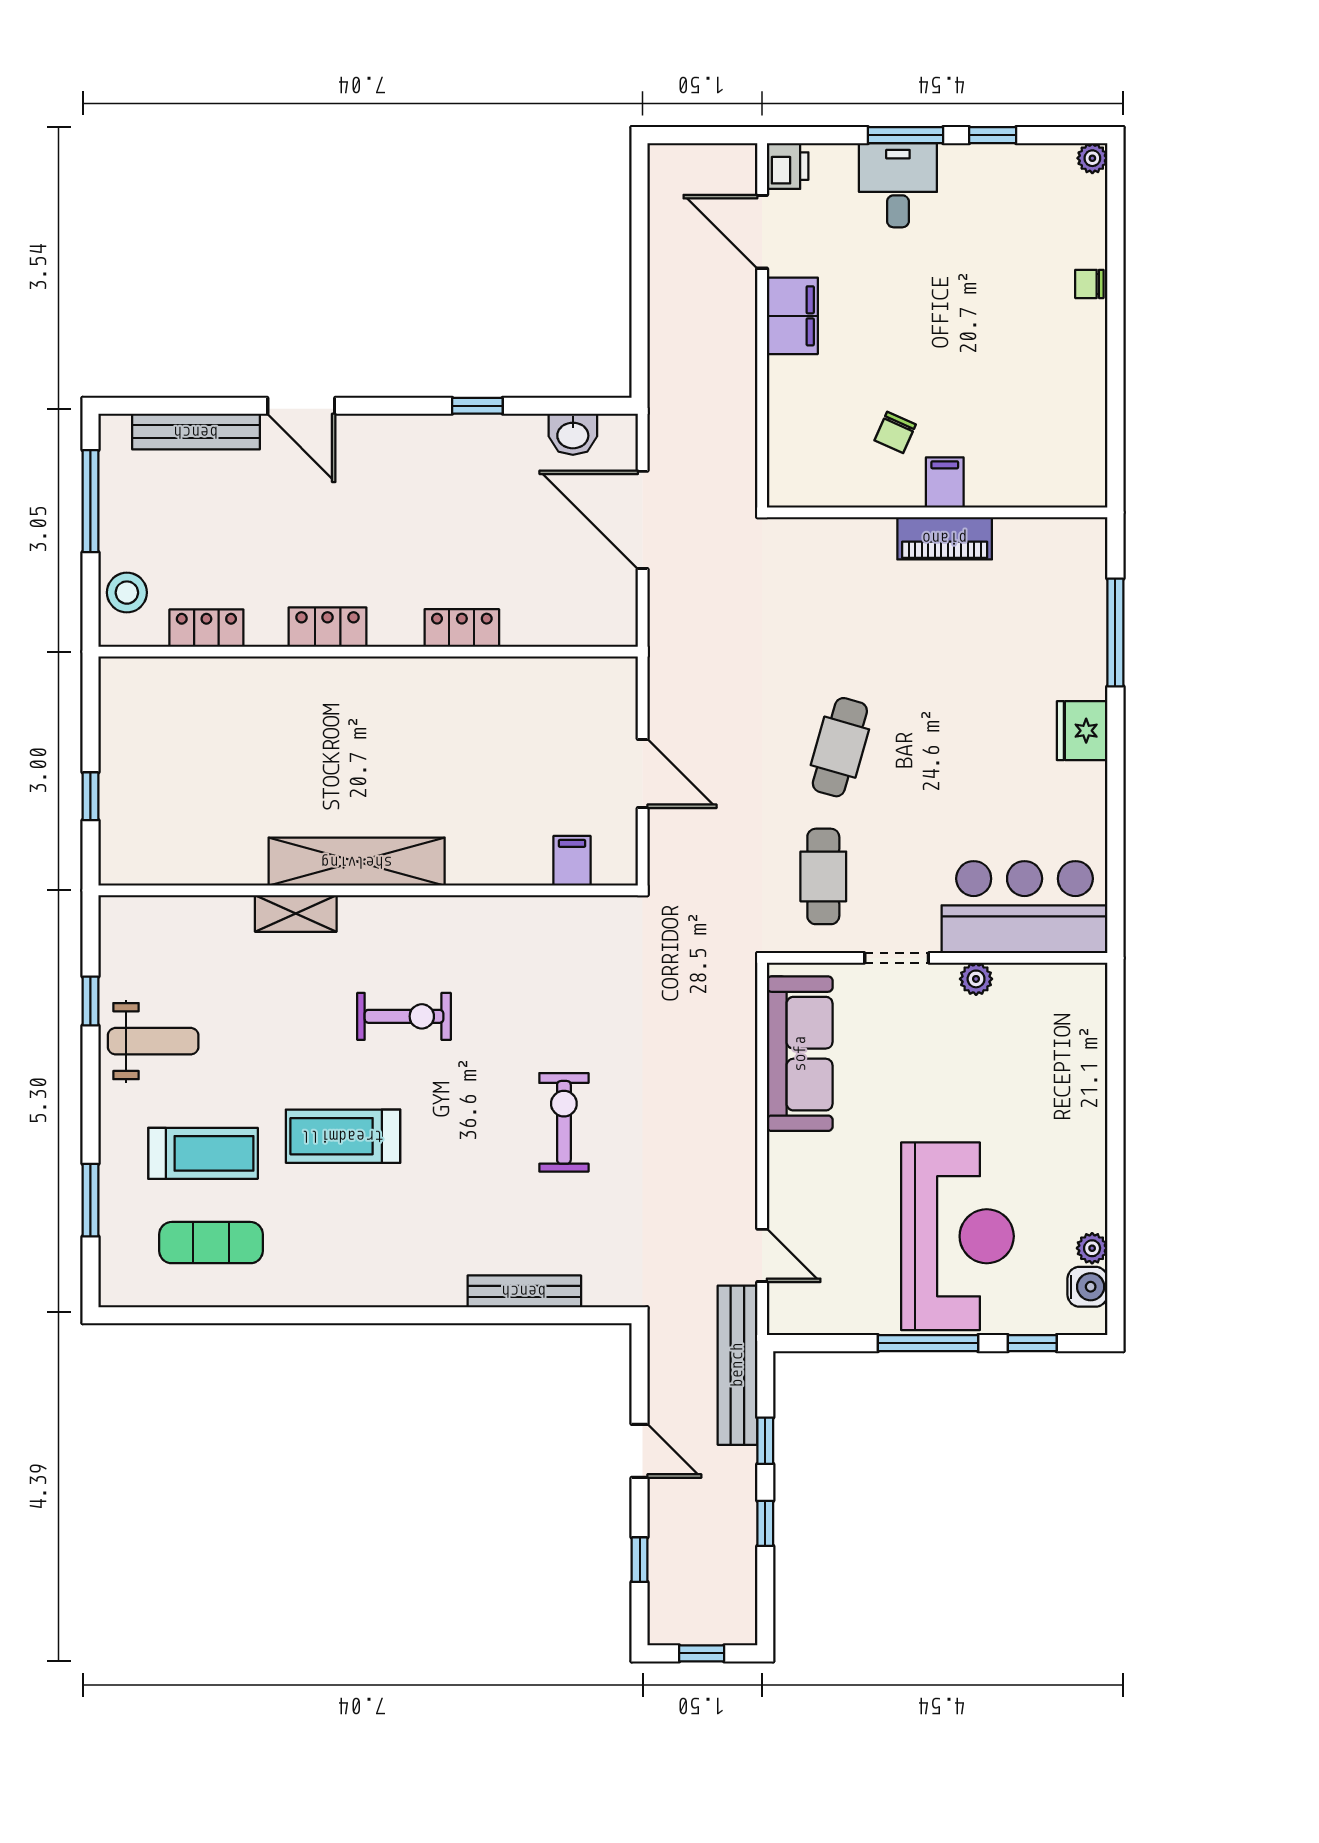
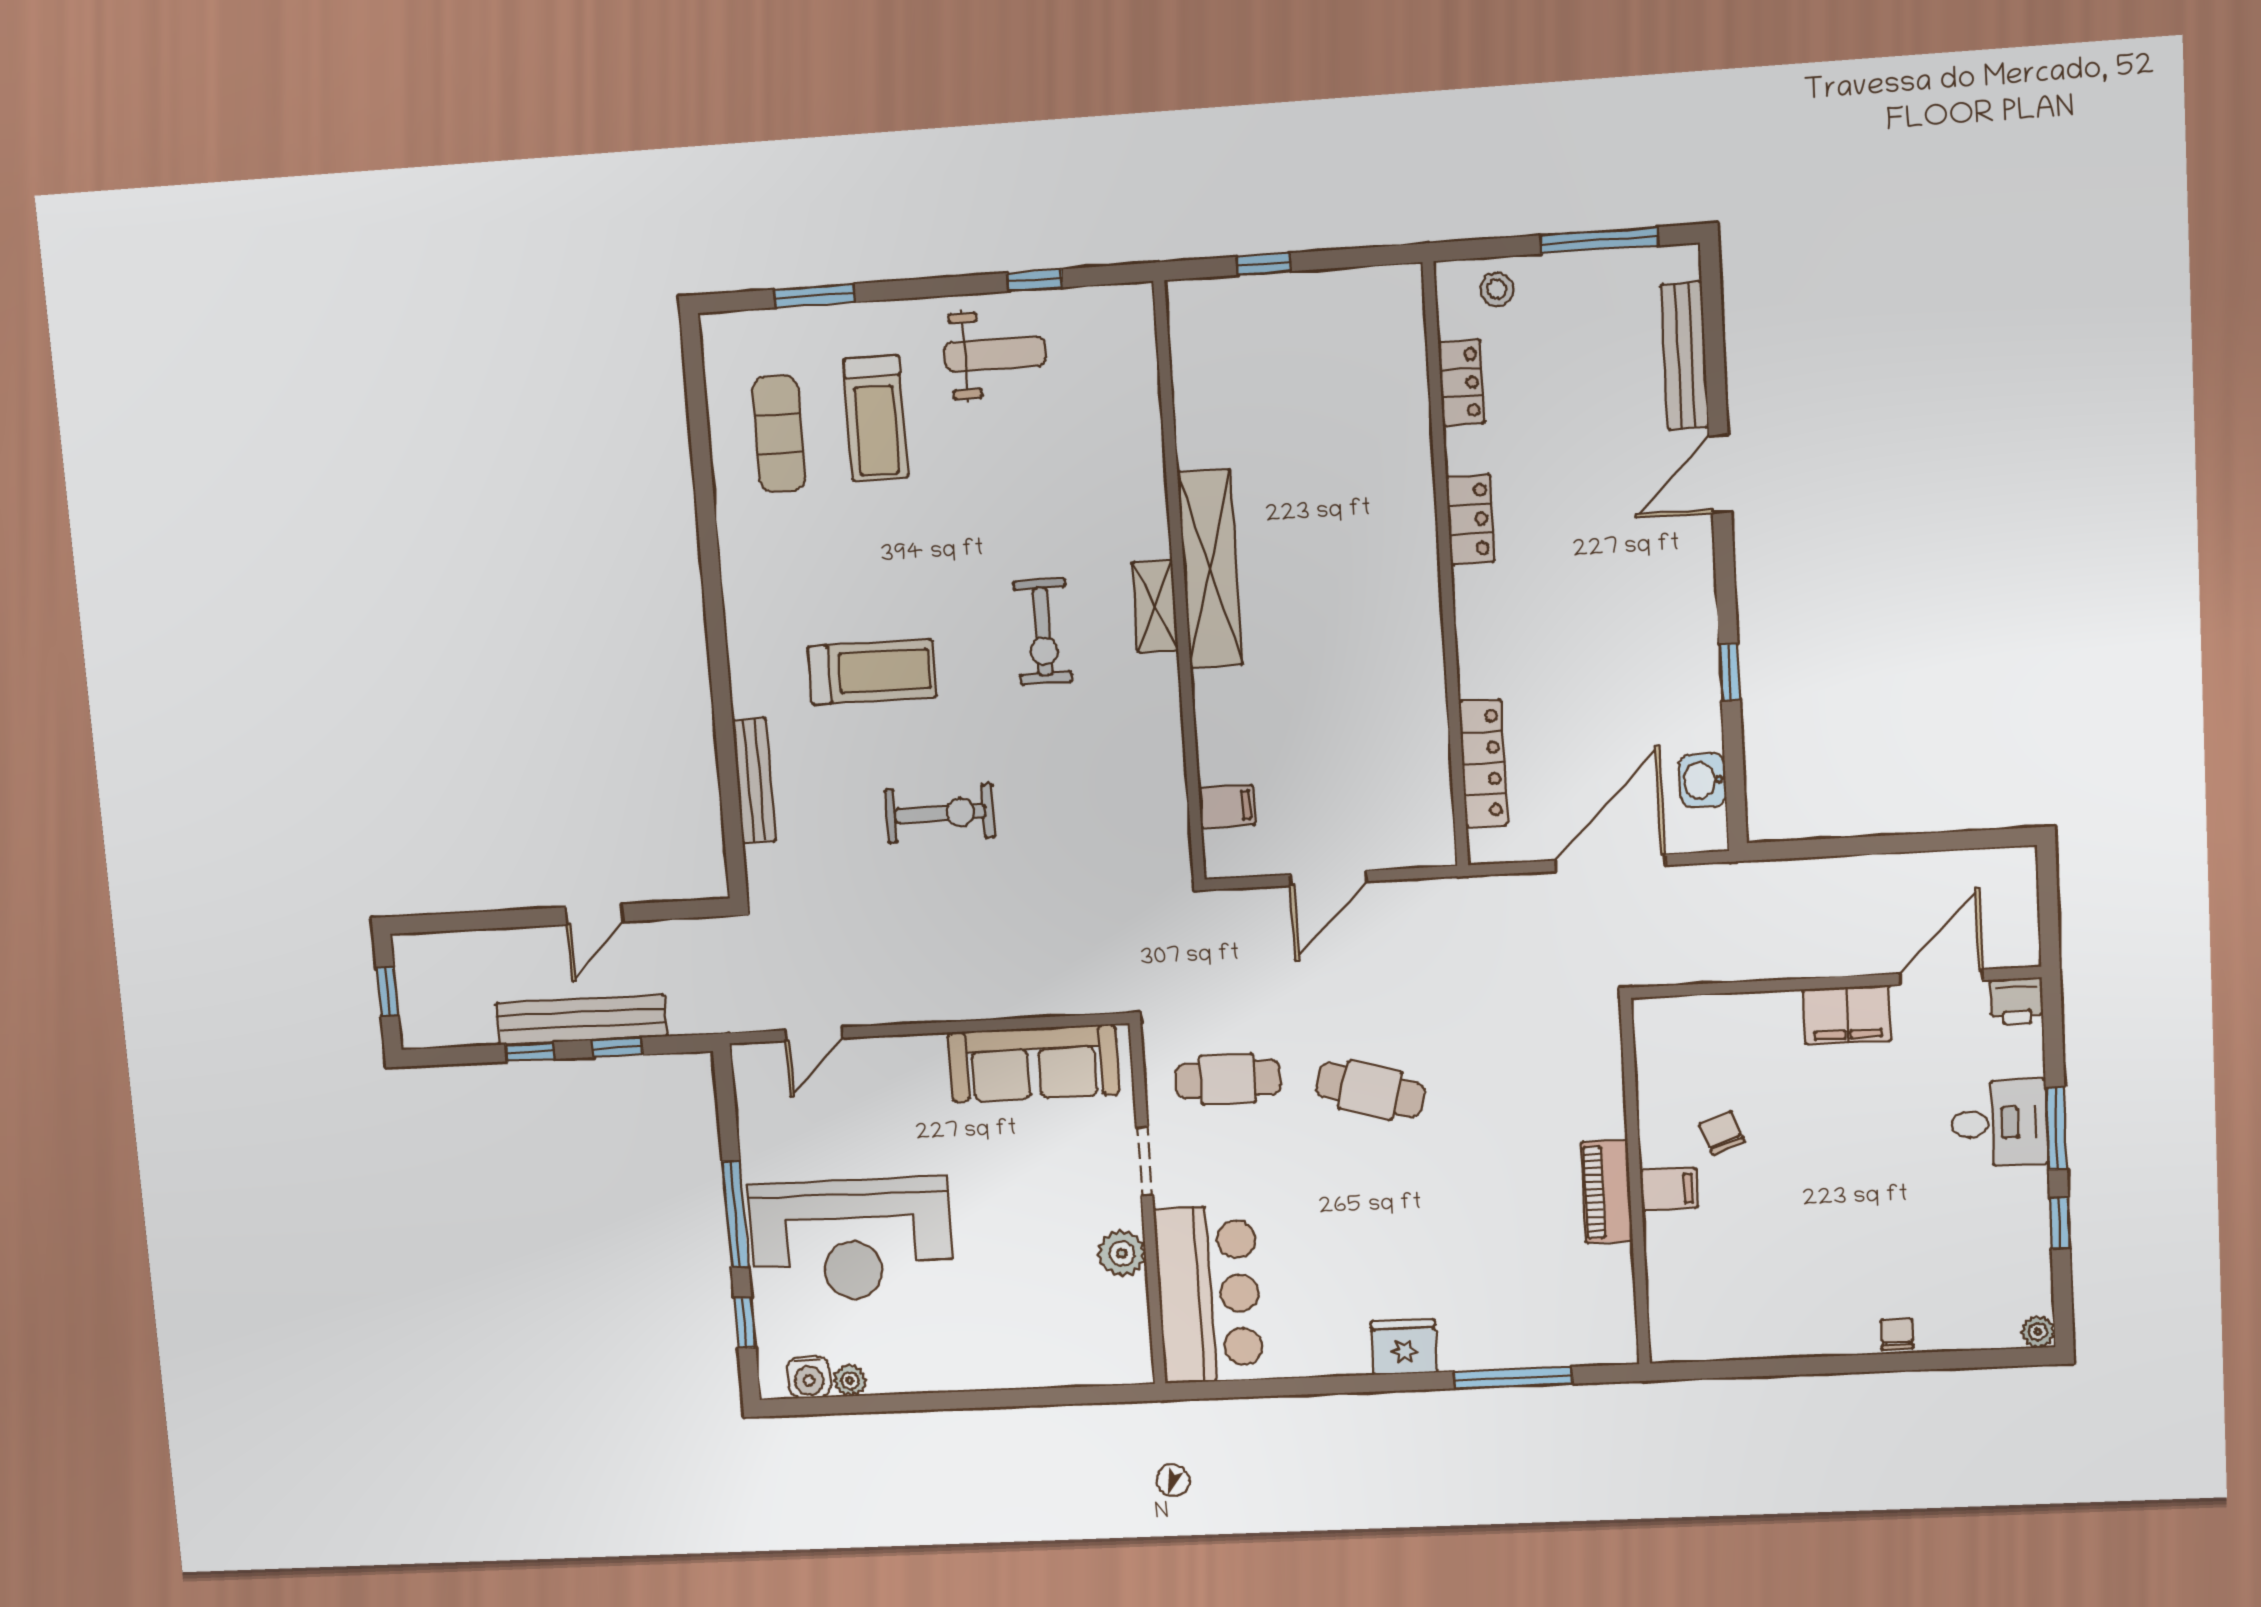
chair: (895, 432) -> (1722, 1133), turned 45
stool: (127, 593) -> (1497, 289), width x0.73, depth x0.73
locker: (462, 628) -> (1483, 763), moved, width x1.53
shelving: (296, 913) -> (1155, 606), moved
plant: (976, 979) -> (1122, 1253), width x1.38, depth x1.38
weight bench: (153, 1041) -> (995, 354), turned -90
treadmill: (343, 1136) -> (872, 672), moved, turned 90
bench: (737, 1365) -> (582, 1020), moved
window: (640, 1560) -> (479, 921), removed

